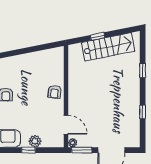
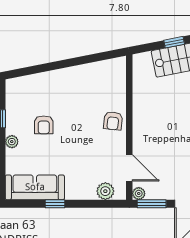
plant: (35, 141) -> (105, 191), moved
window: (28, 150) -> (55, 204), moved

